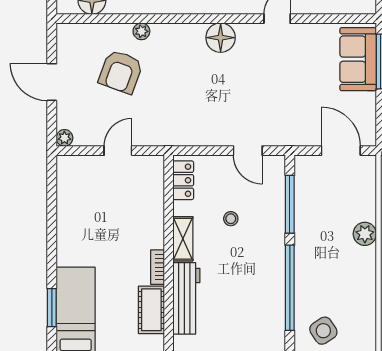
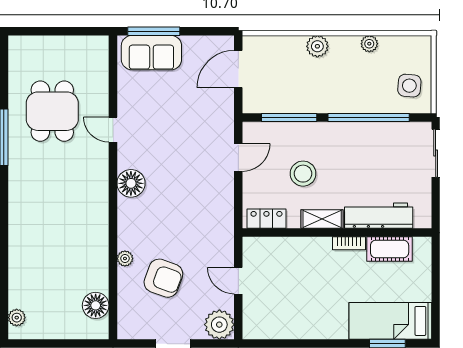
plant: (64, 138) -> (219, 325), width x1.88, depth x1.88
stool: (231, 219) -> (303, 174), width x1.89, depth x1.89
plant: (367, 288) -> (369, 44), added
side table: (323, 331) -> (409, 86), turned 38

